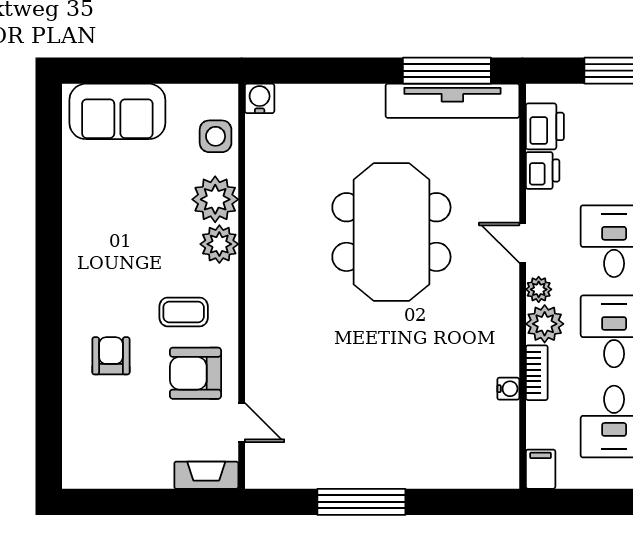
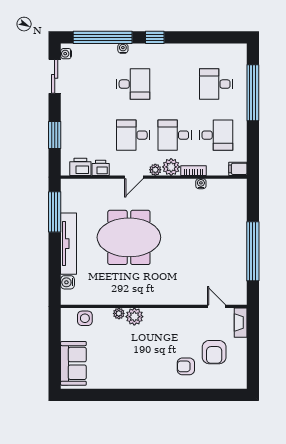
water cooler: (260, 98) -> (67, 282), moved
tv unit: (452, 101) -> (69, 244), moved
plant: (215, 199) -> (119, 313), width x0.53, depth x0.53
coffee table: (184, 312) -> (166, 333), removed
armchair: (195, 373) -> (214, 352), moved
door: (242, 423) -> (216, 306), hinge flipped
window: (361, 502) -> (253, 251), width x1.46

